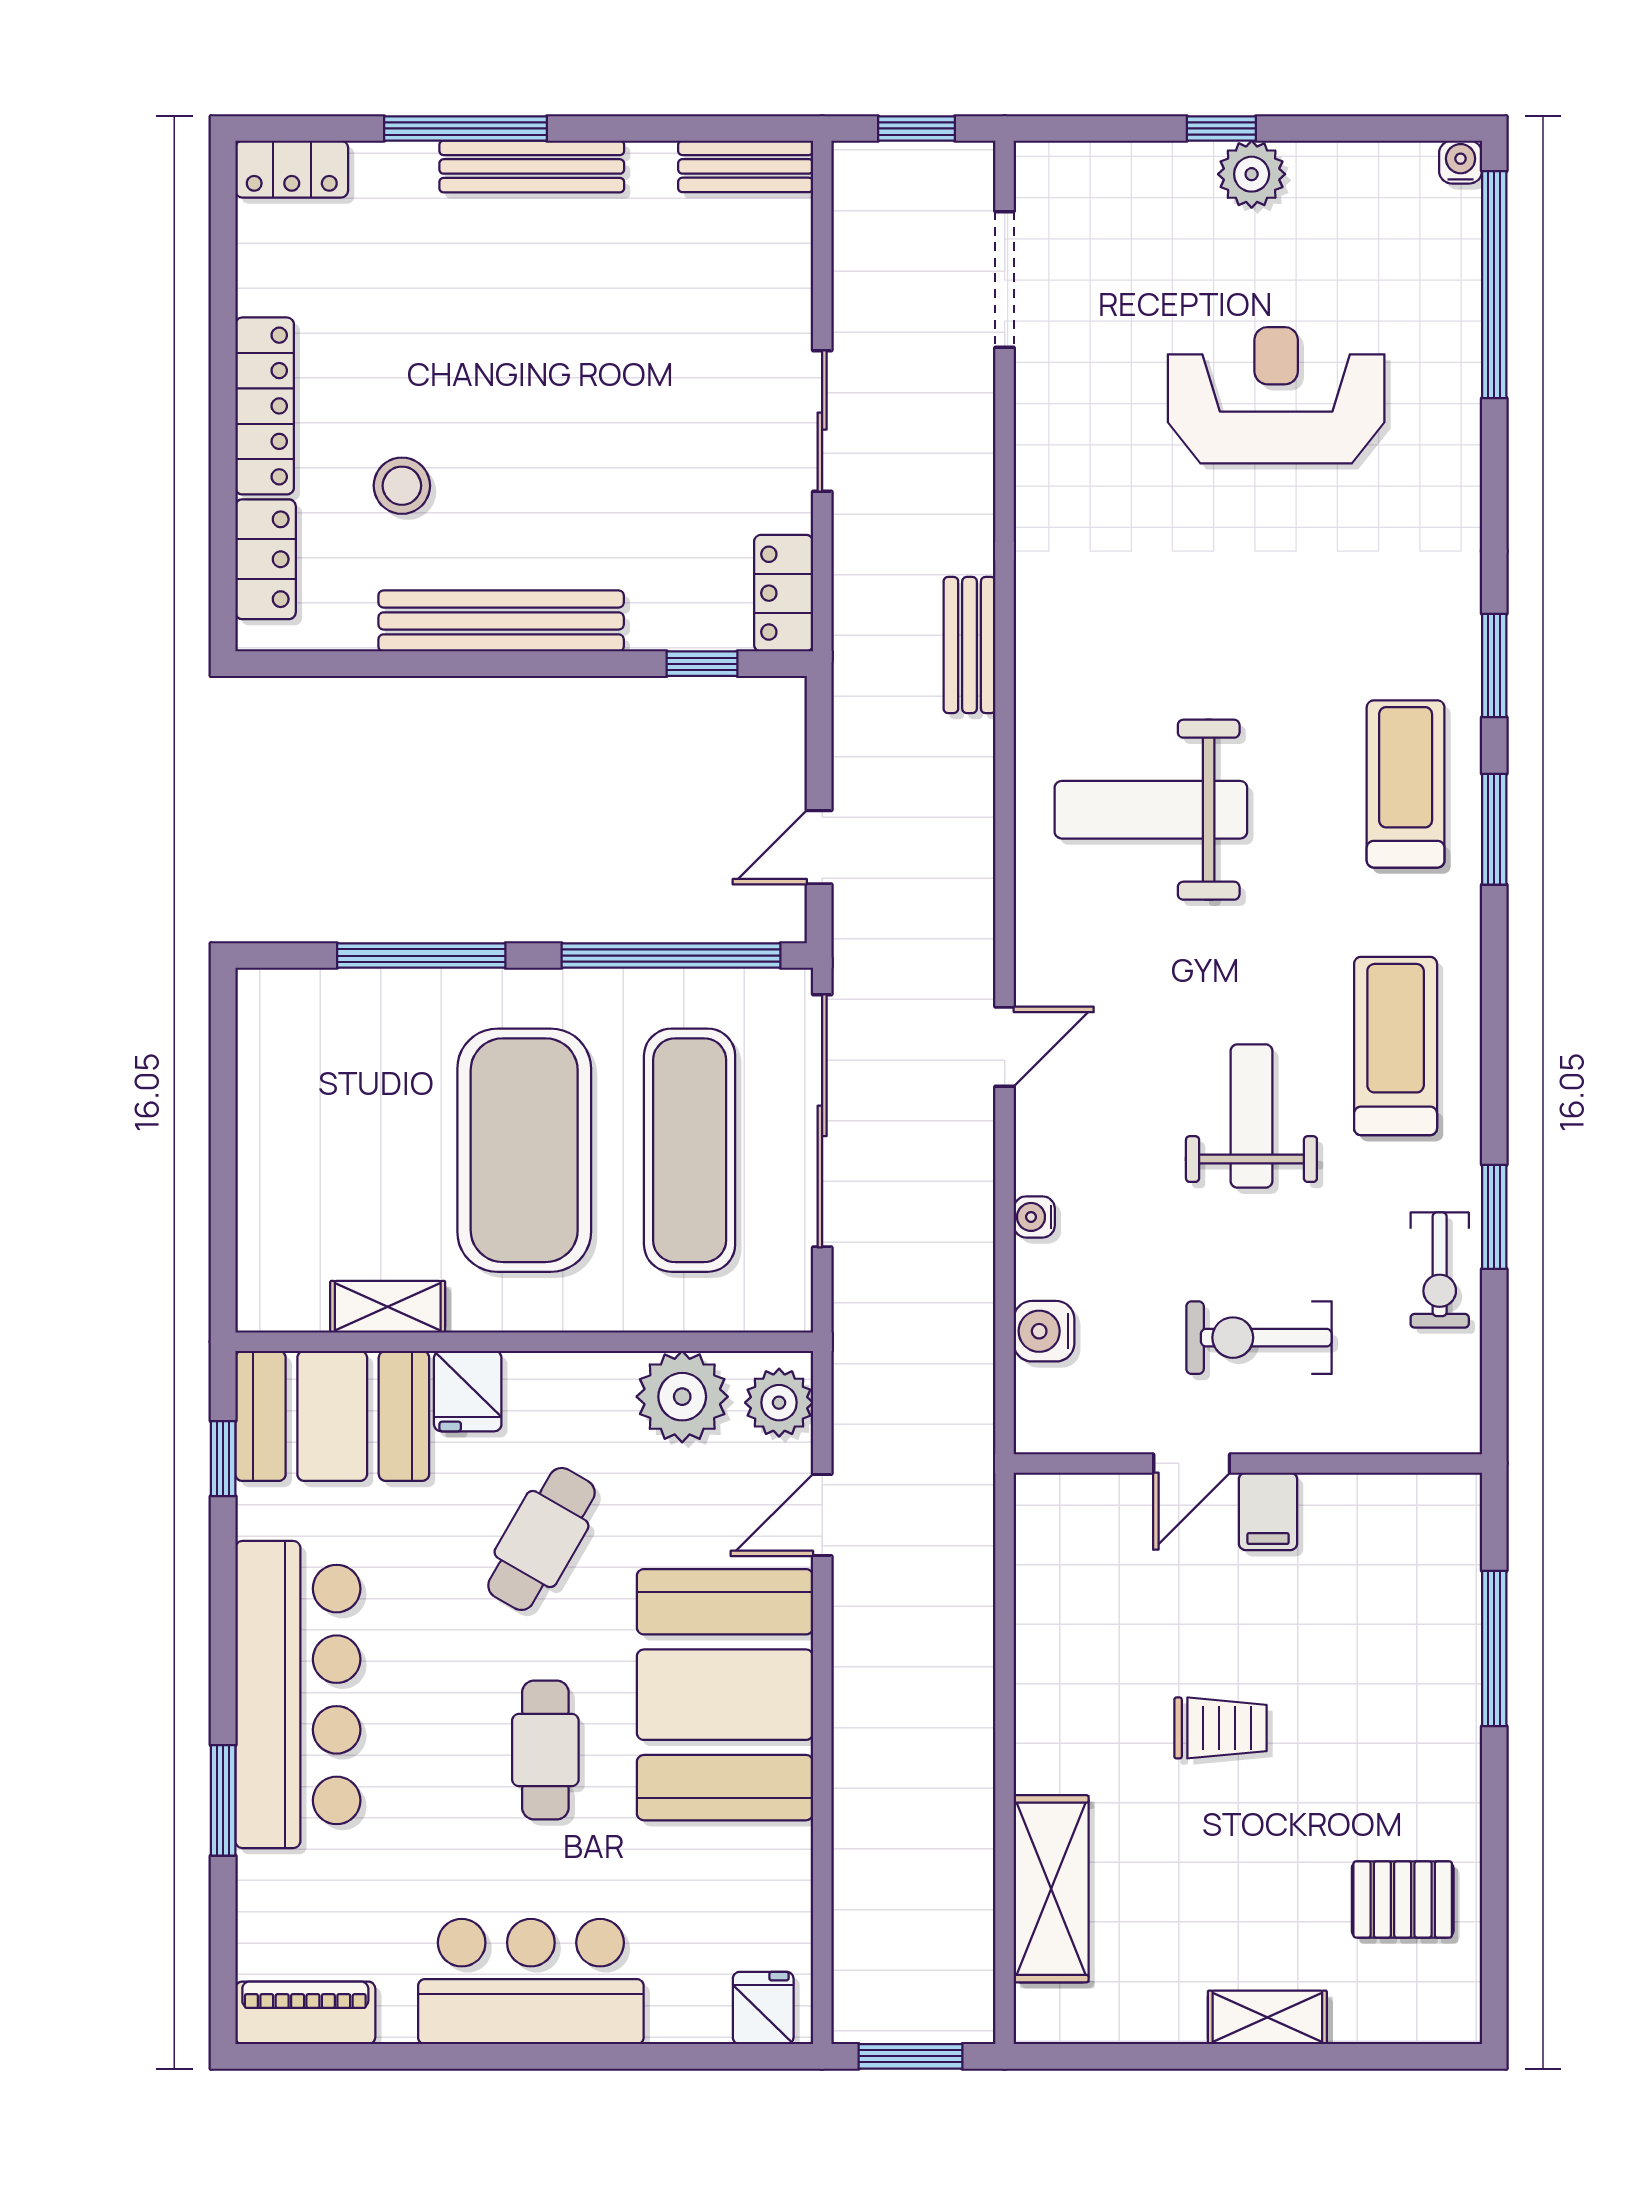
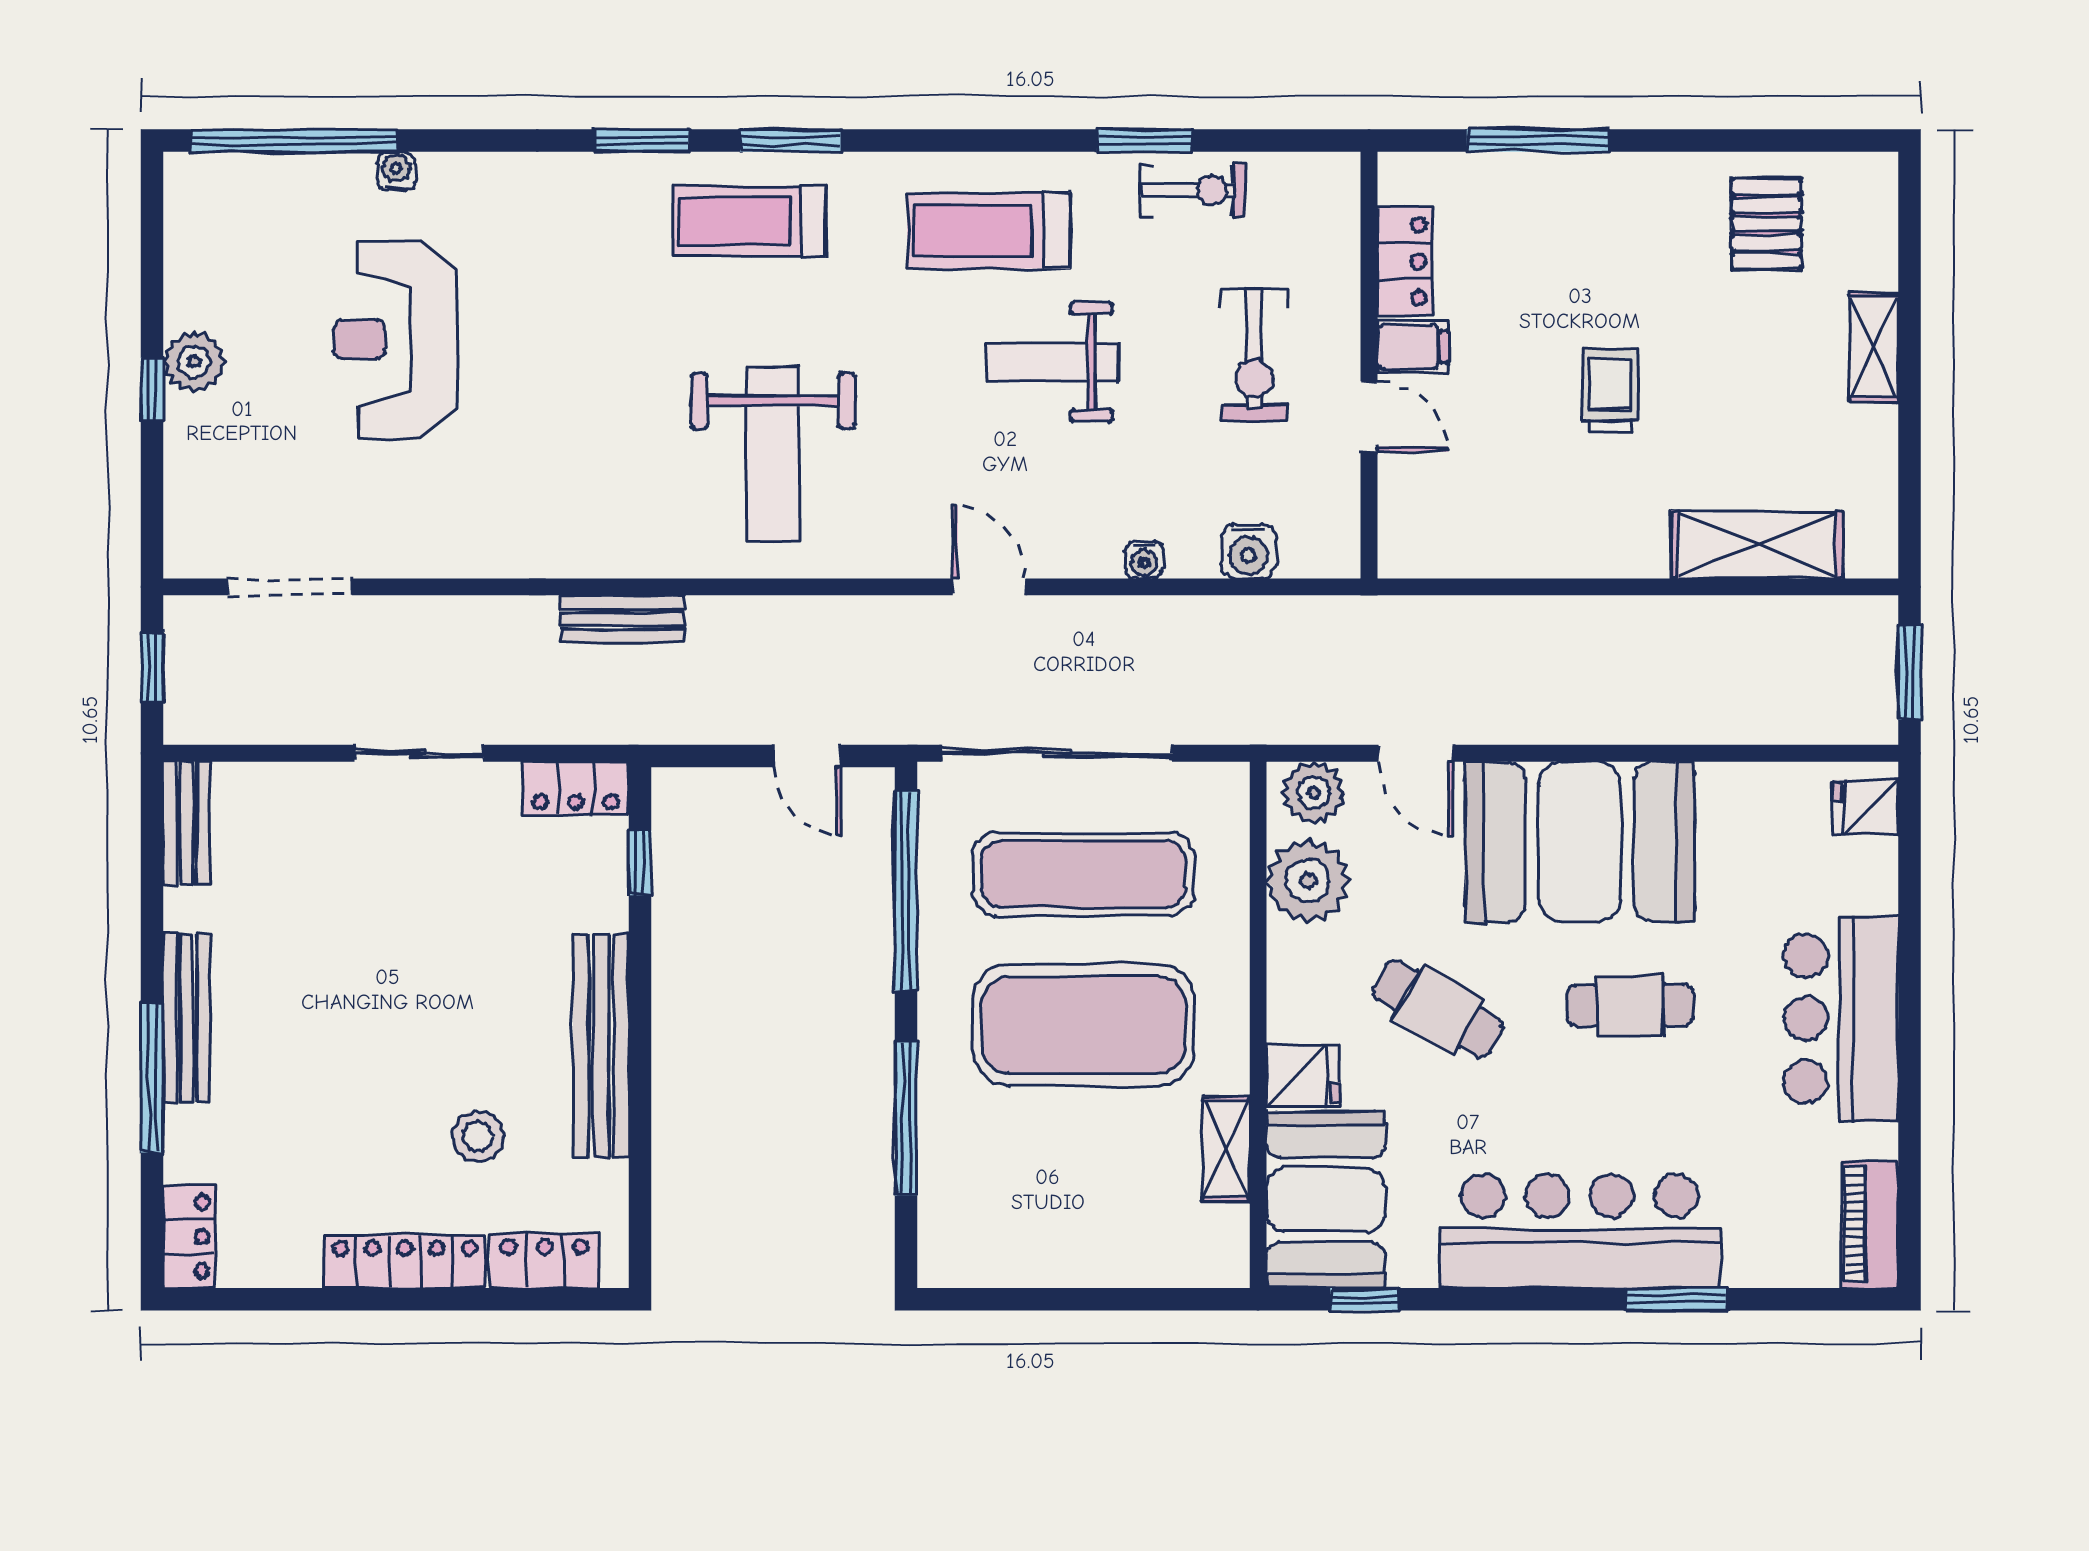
water cooler: (1461, 162) -> (396, 171), moved, turned 90
locker: (1362, 1503) -> (1405, 261), added

